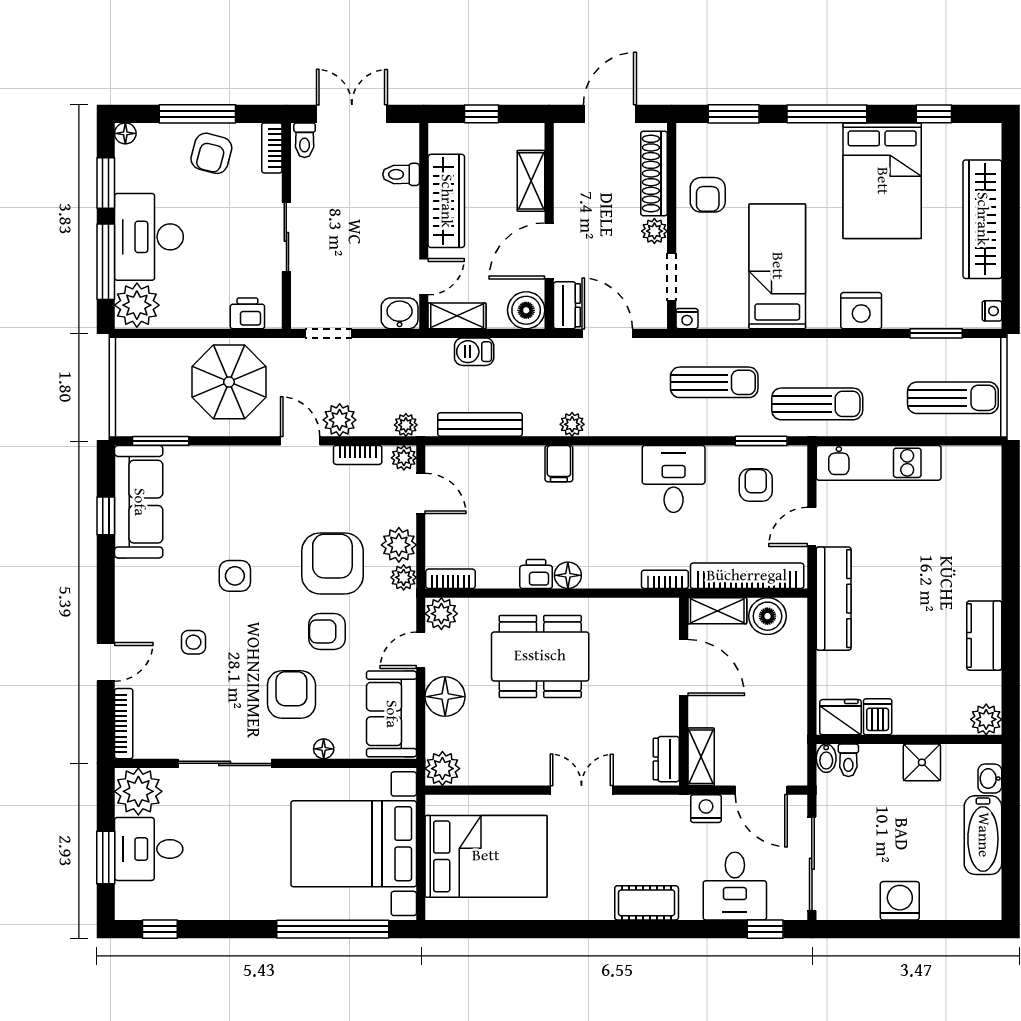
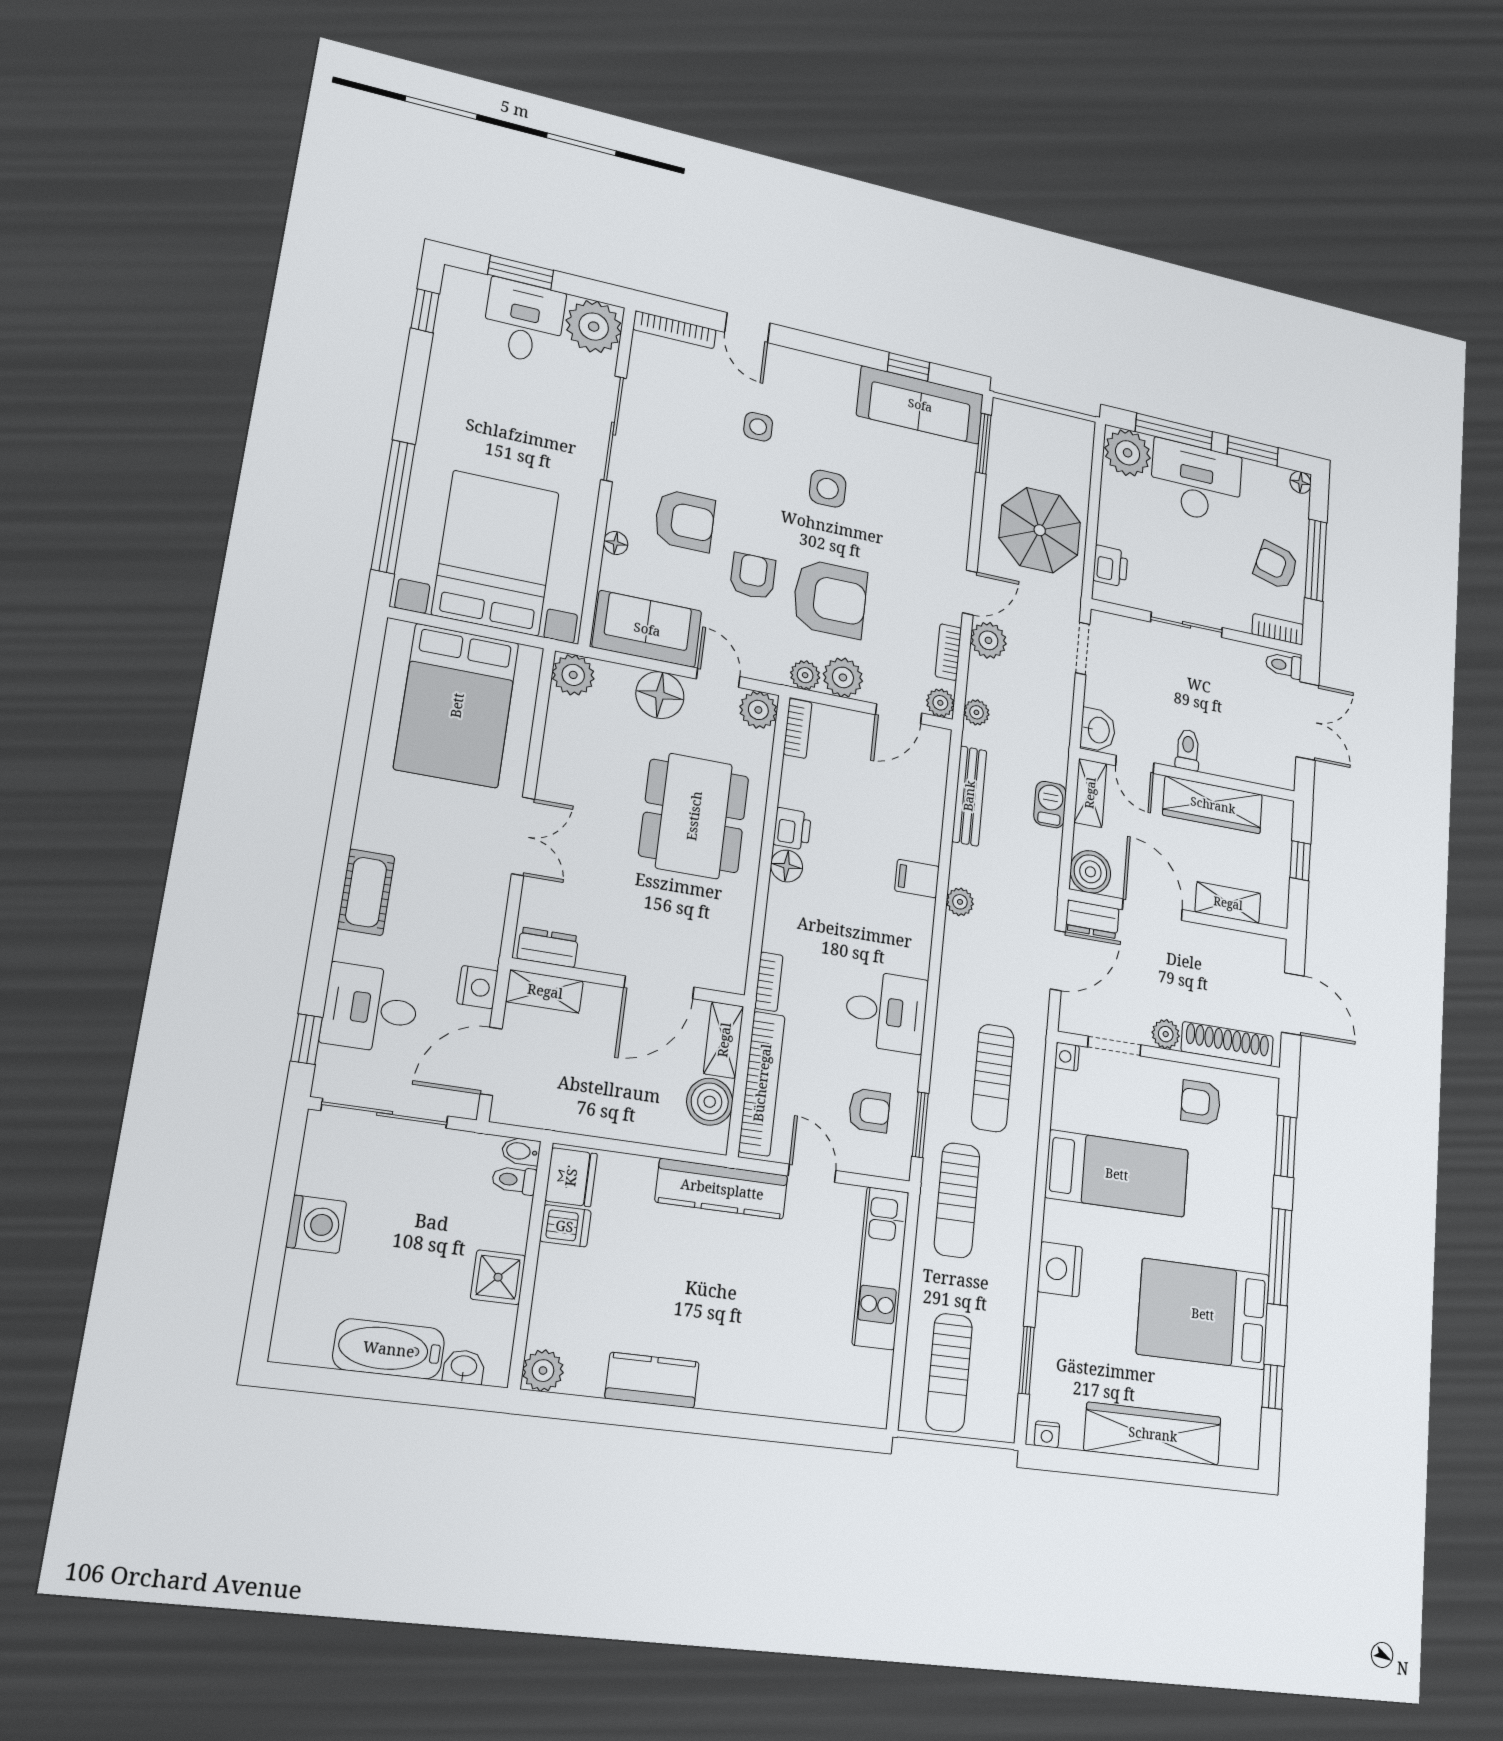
toilet: (401, 174) -> (1188, 750), moved

